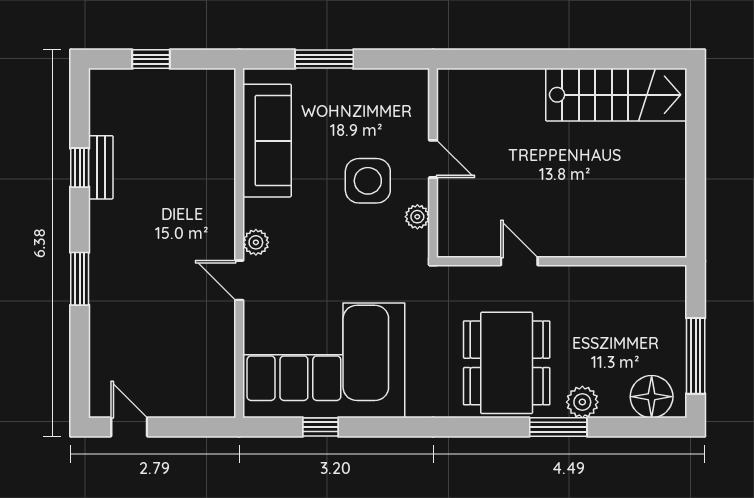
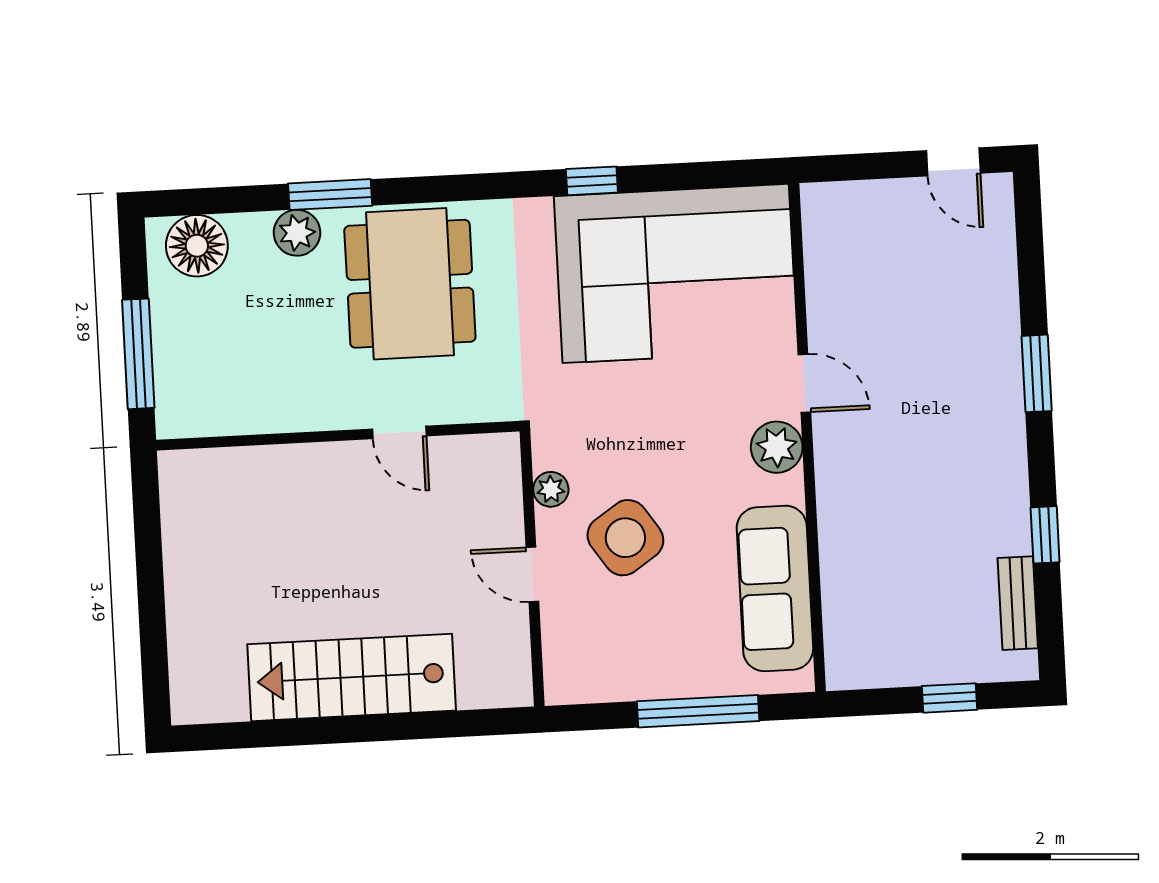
window: (324, 59) -> (698, 711), width x1.44
stairs: (616, 95) -> (352, 677), moved
bench: (101, 167) -> (1018, 603), moved
side table: (368, 181) -> (625, 538), turned -34
plant: (256, 242) -> (777, 447), width x1.38, depth x1.38
window: (696, 356) -> (138, 354), moved
window: (321, 427) -> (592, 181), moved

